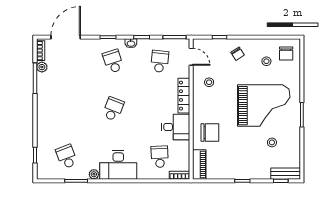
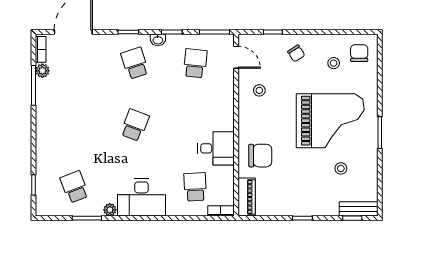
chair: (286, 53) -> (359, 53), turned 180
locker: (184, 96) -> (227, 108), removed

